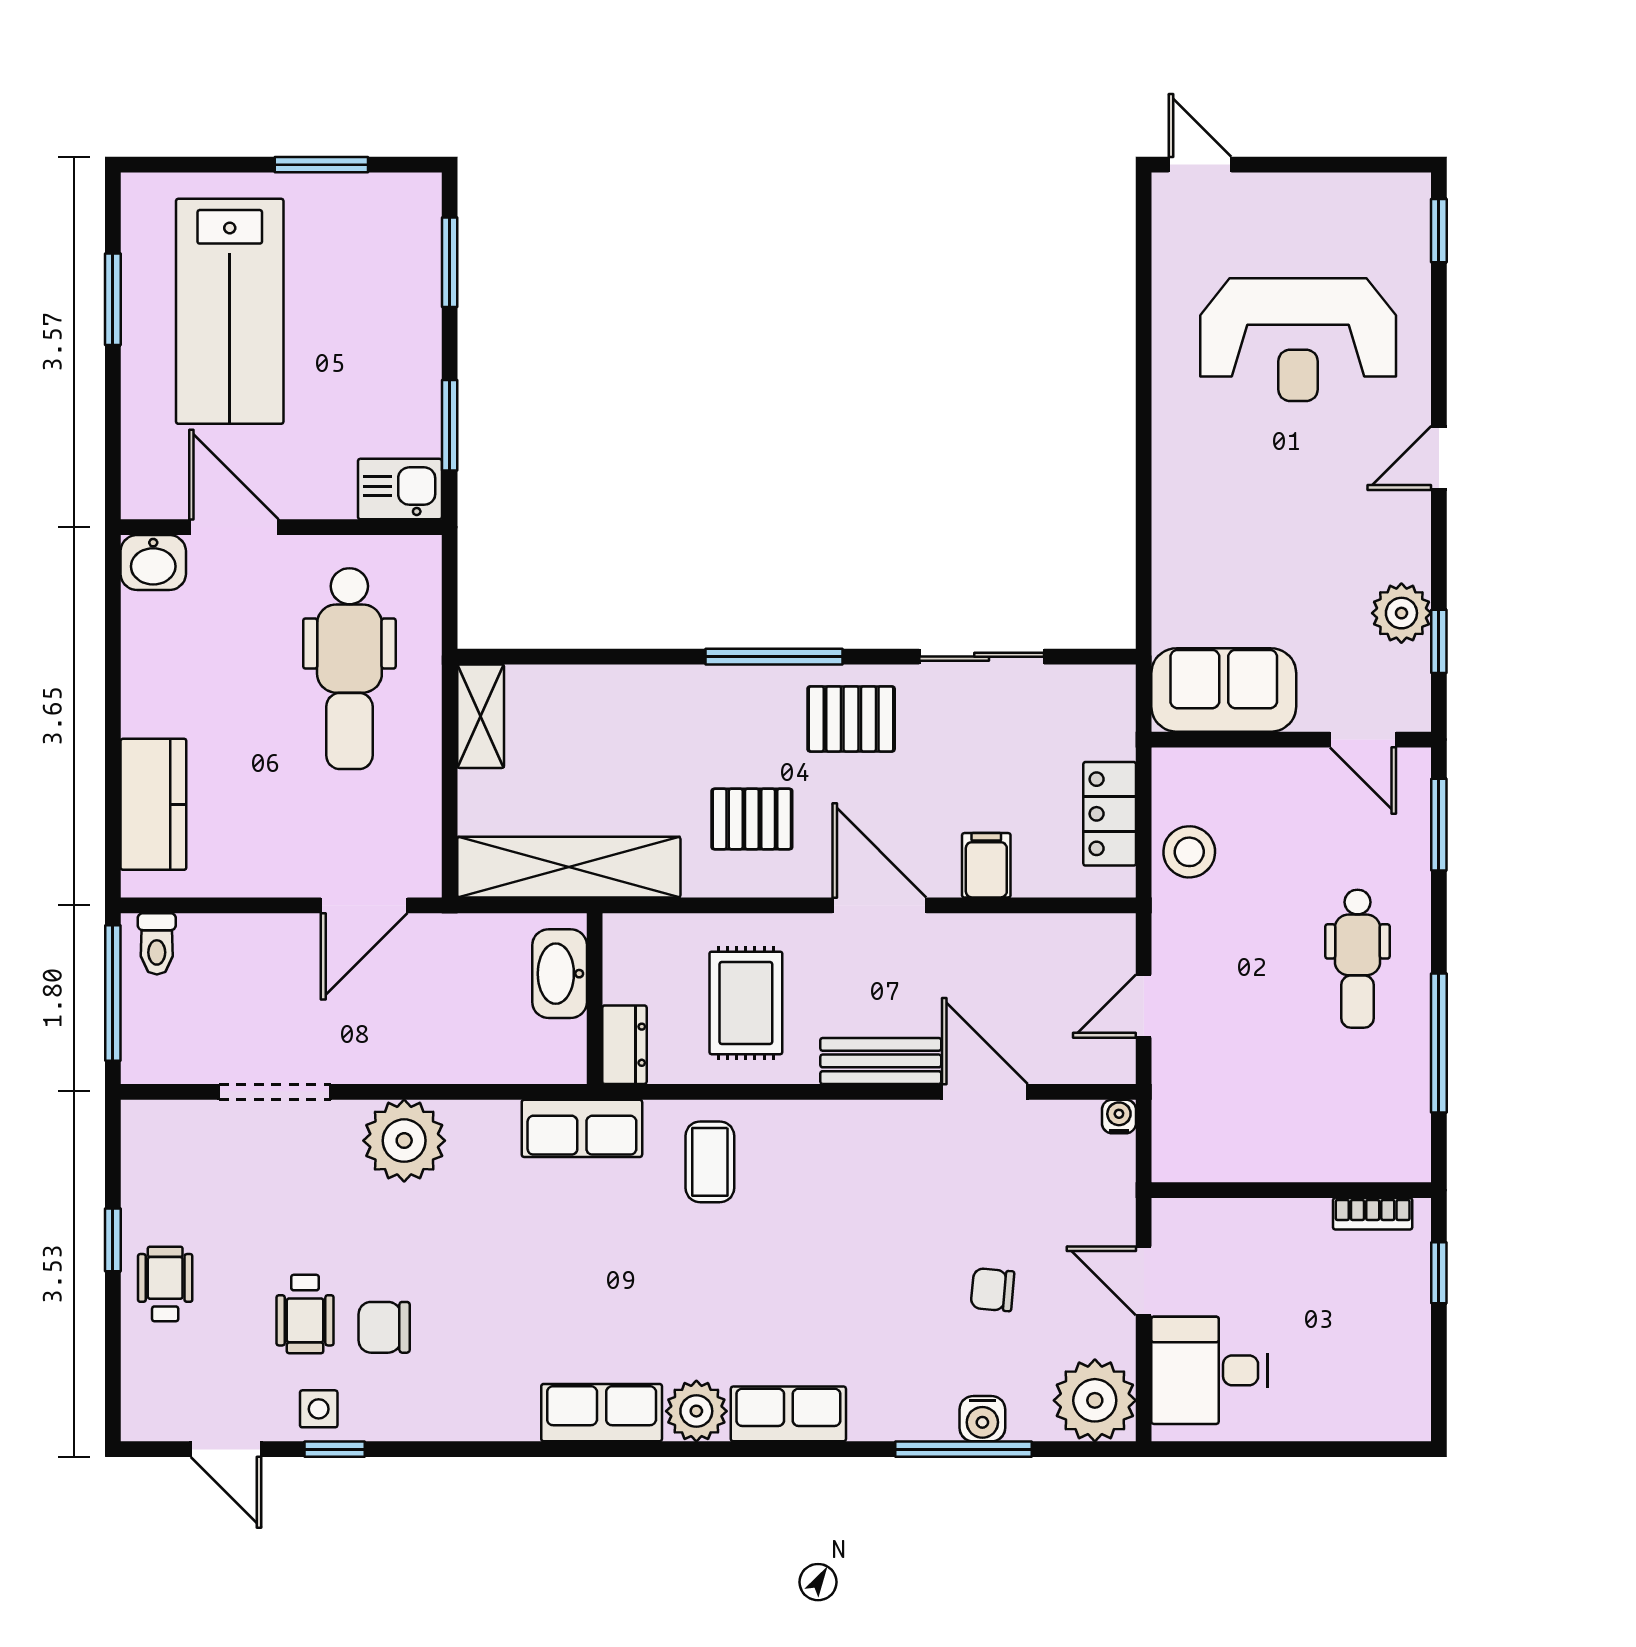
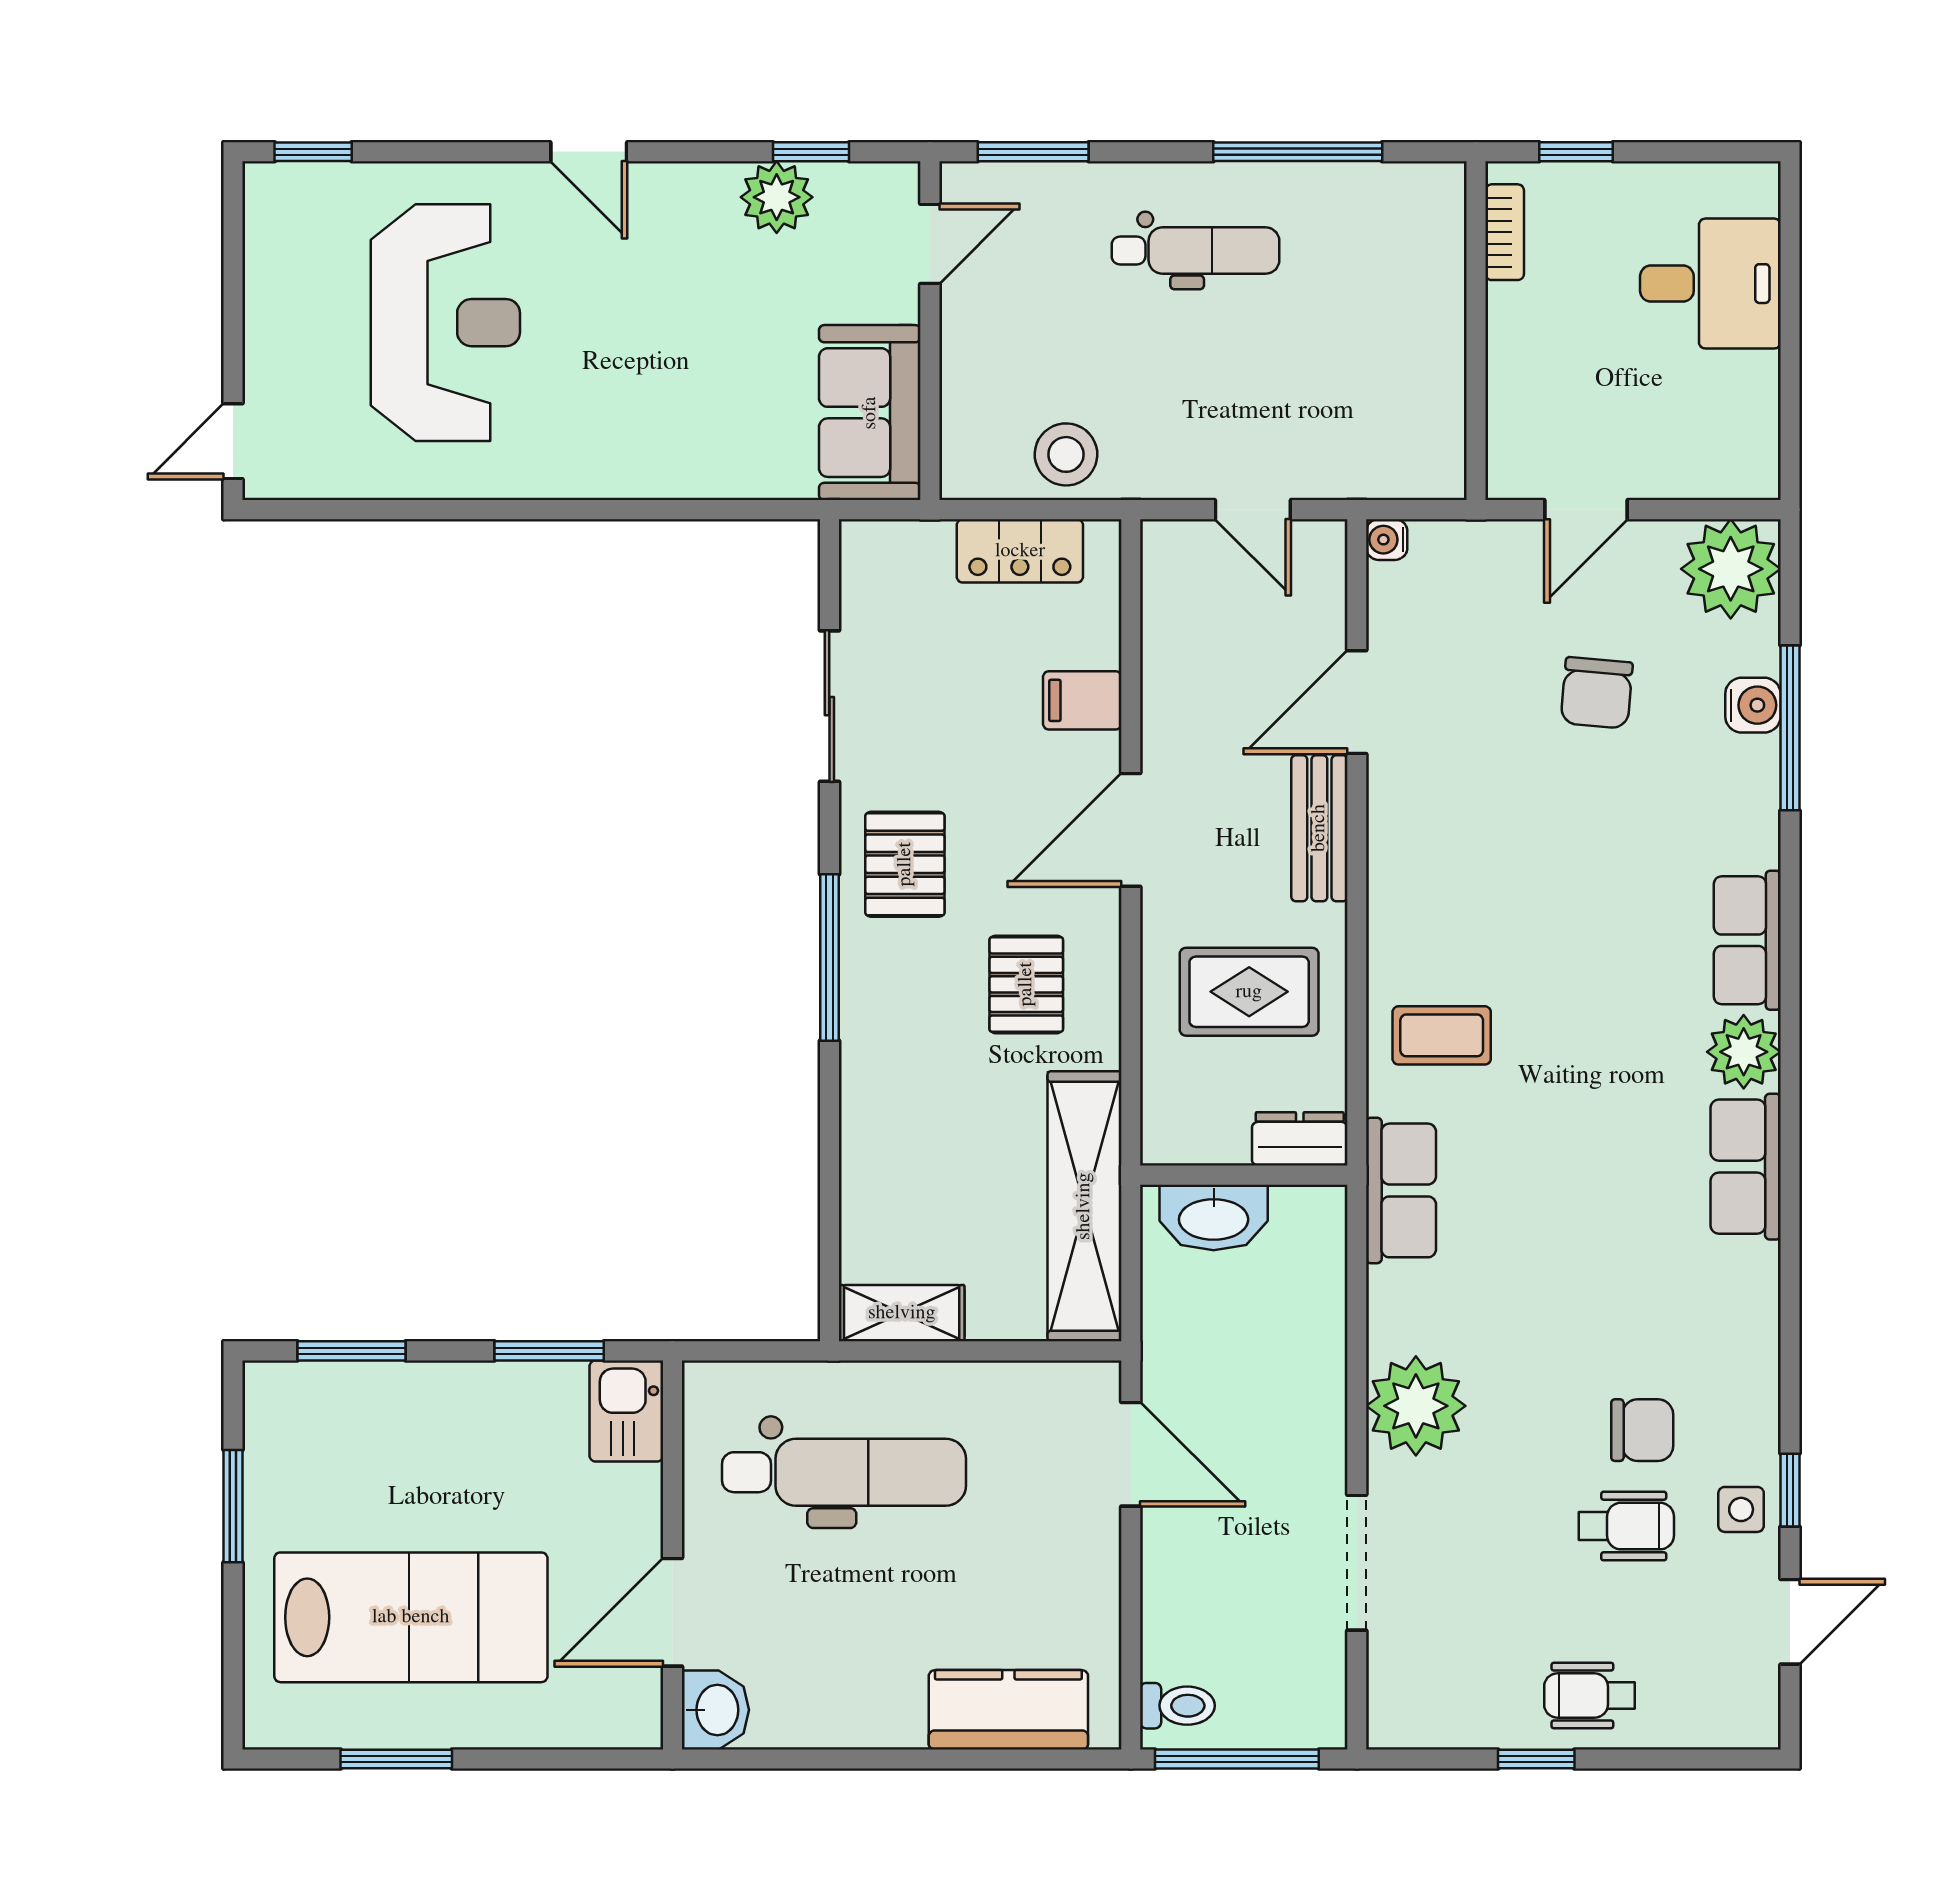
chair: (993, 1290) -> (1597, 693), width x1.37, depth x1.37
chair: (384, 1327) -> (1642, 1430), turned -90
desk: (1209, 1370) -> (1710, 284), moved, turned -90

